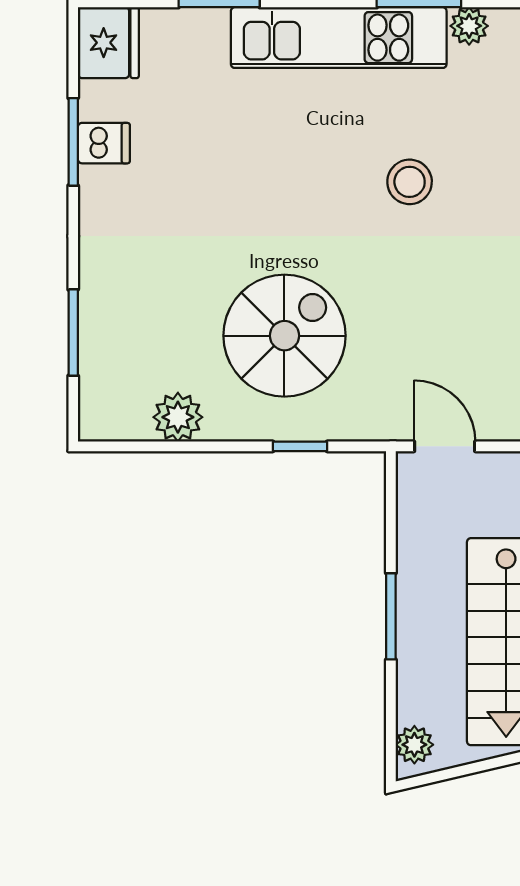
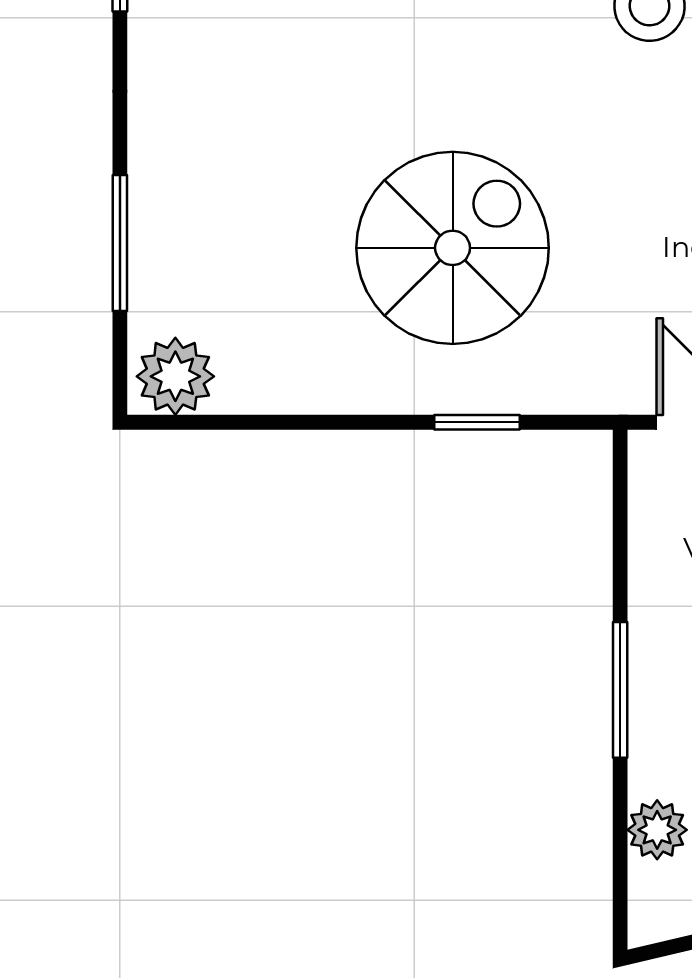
plant: (178, 417) -> (175, 376), moved
plant: (414, 745) -> (657, 830), moved

